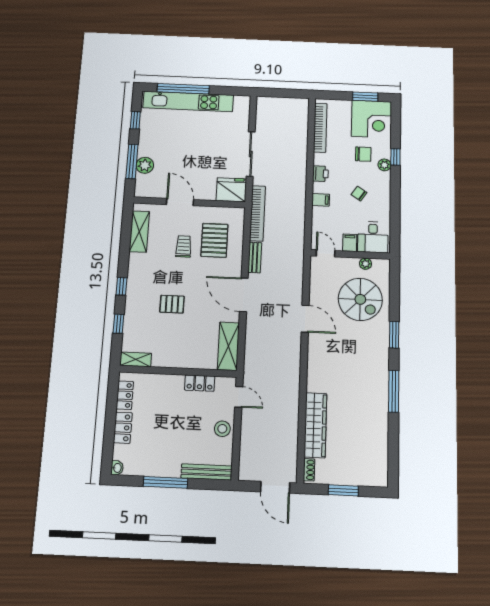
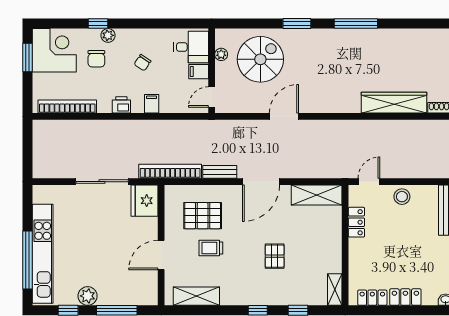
chair: (363, 154) -> (96, 59), turned 180
plant: (145, 165) -> (88, 296), moved

